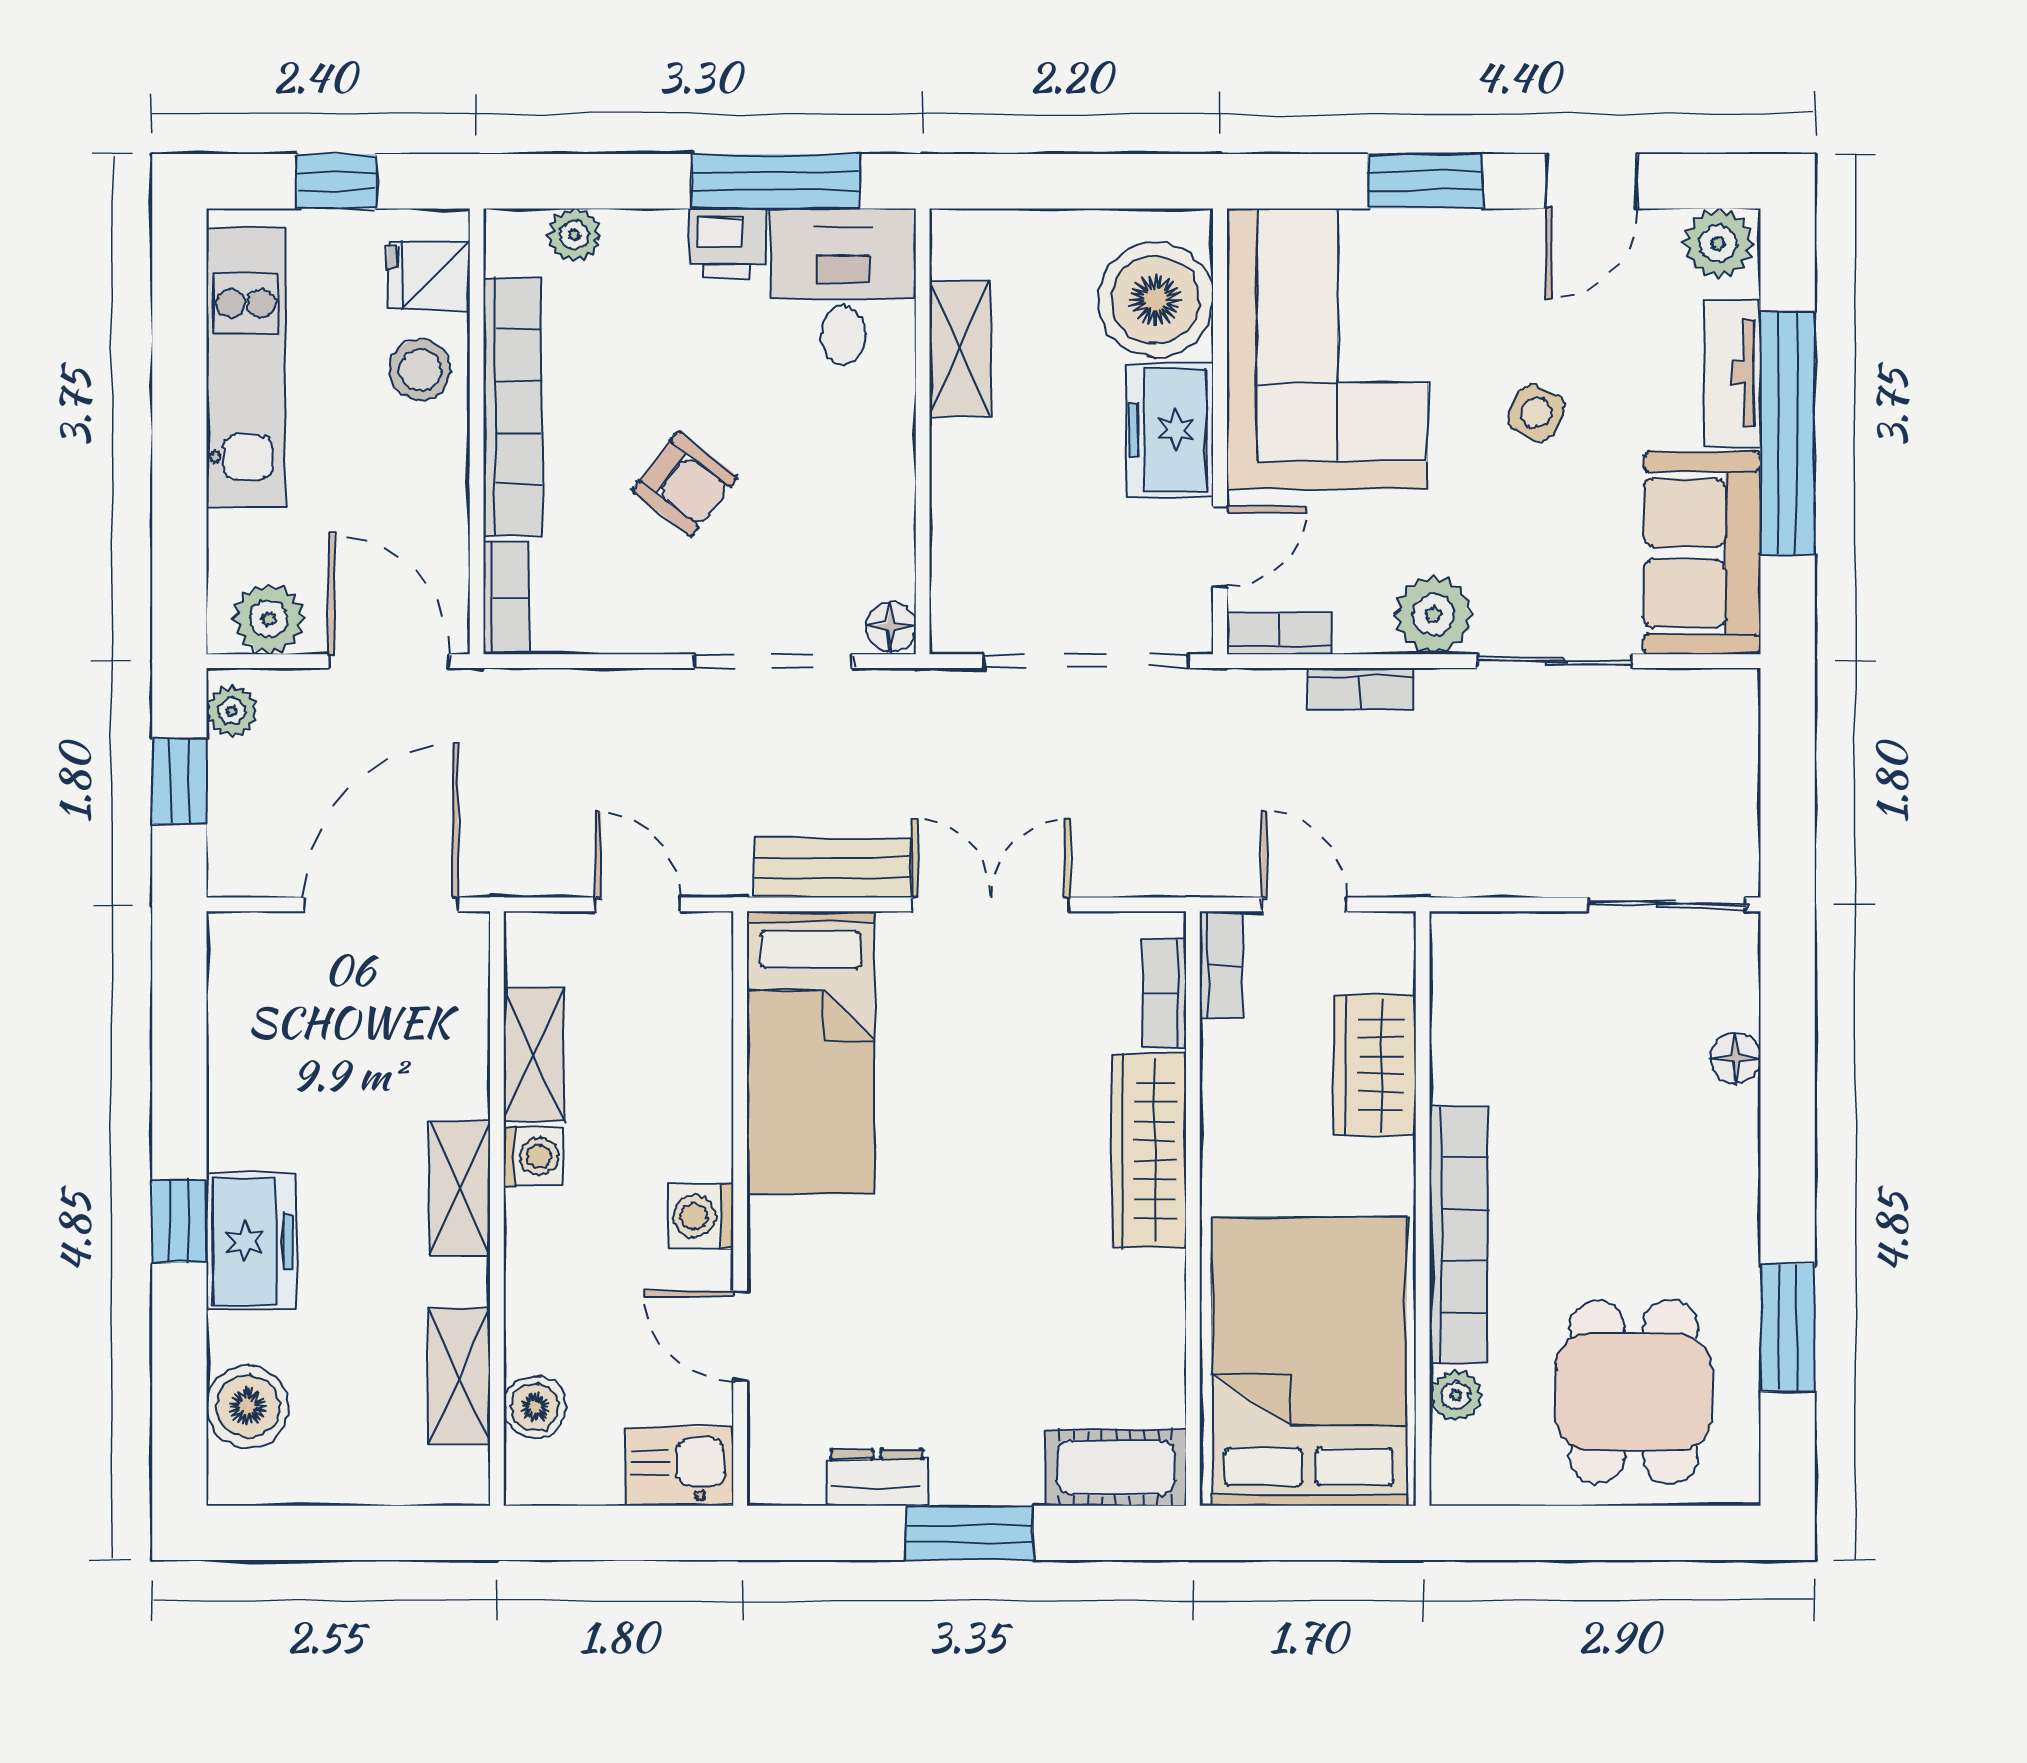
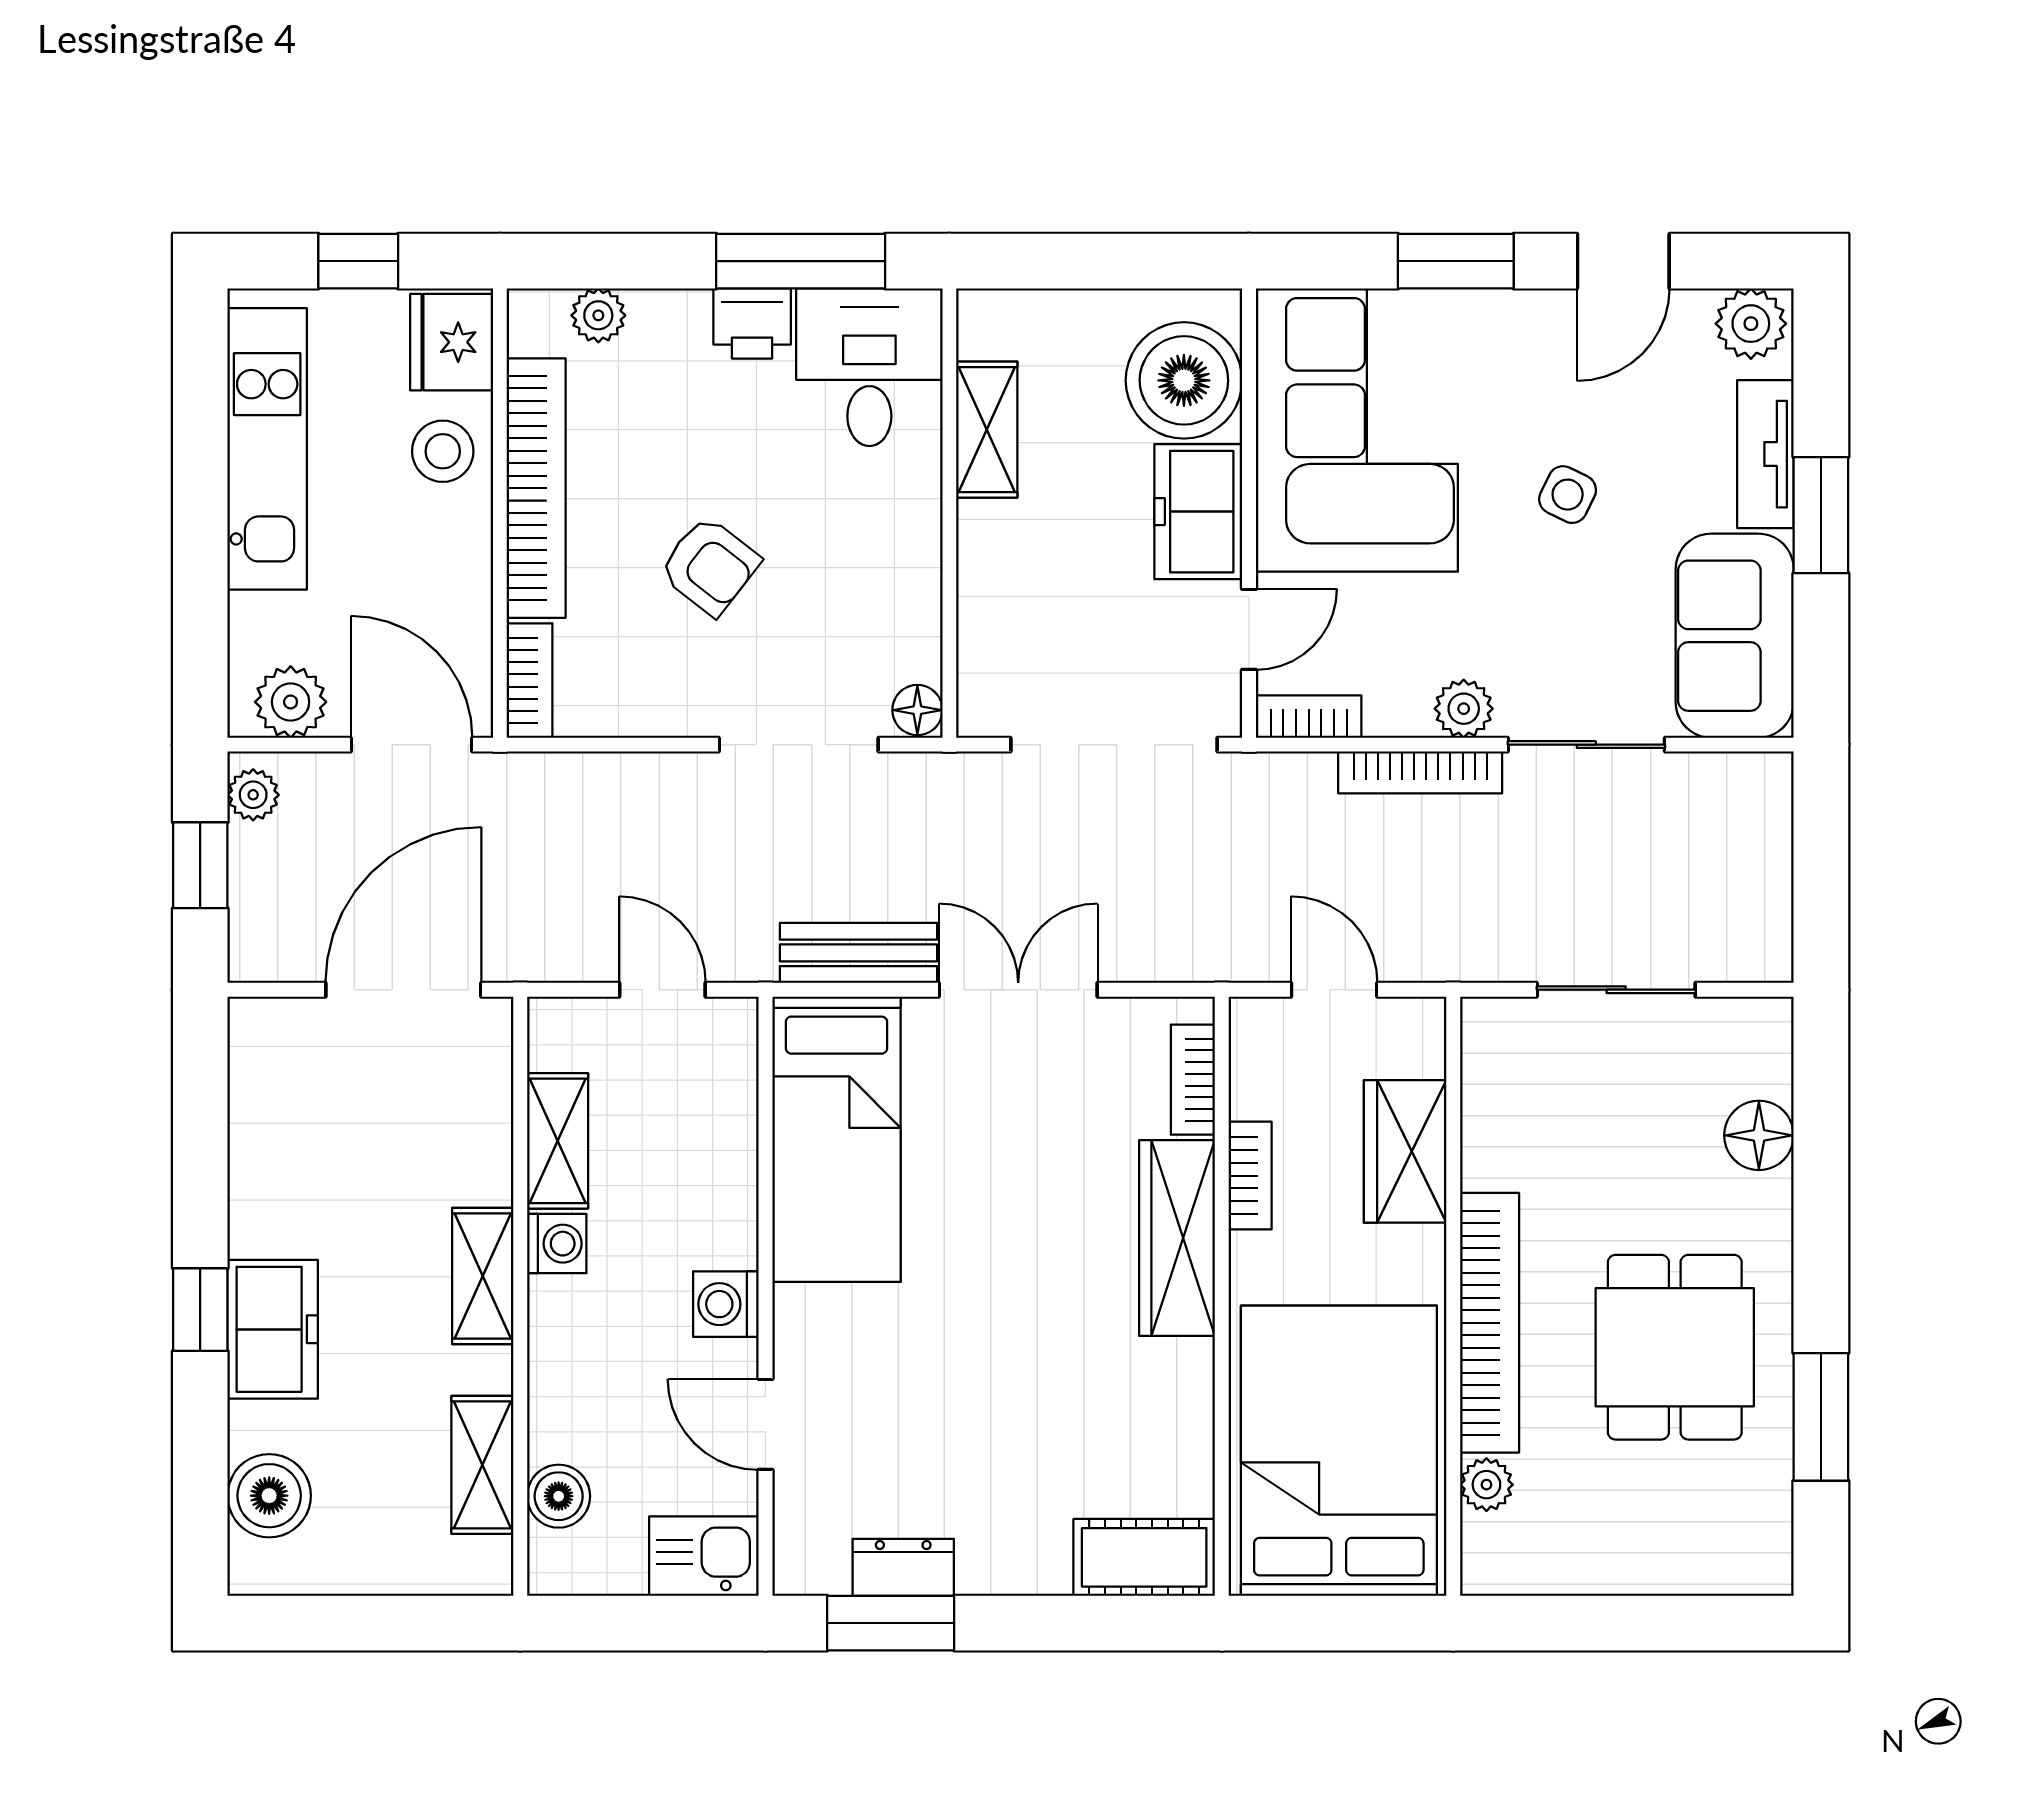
fridge: (429, 275) -> (452, 342), width x1.38
window: (1788, 433) -> (1821, 515), width x0.47
plant: (1433, 615) -> (1464, 709), width x0.73, depth x0.73
bookcase: (1361, 689) -> (1420, 772), width x1.56
sliding door: (1667, 904) -> (1616, 990), moved
bookcase: (1221, 965) -> (1250, 1176), moved
floor lamp: (1735, 1058) -> (1759, 1135), width x1.37, depth x1.37
dining table: (1634, 1392) -> (1675, 1347), moved
window: (969, 1533) -> (891, 1623), moved

